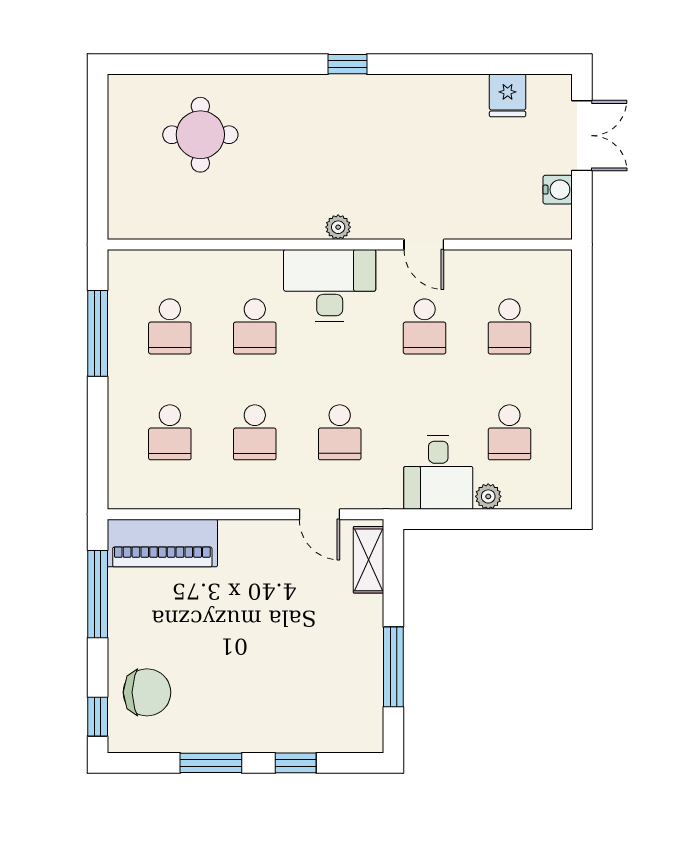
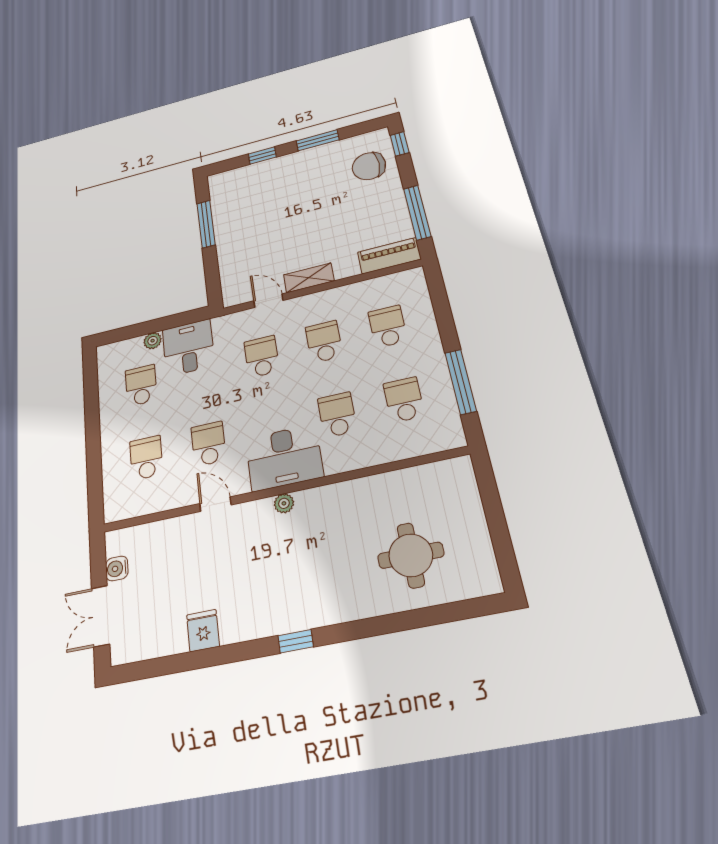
fridge: (508, 95) -> (203, 631), moved
piano: (162, 543) -> (389, 256), width x0.73, depth x0.75
shelving: (369, 560) -> (309, 278), moved, turned 90

